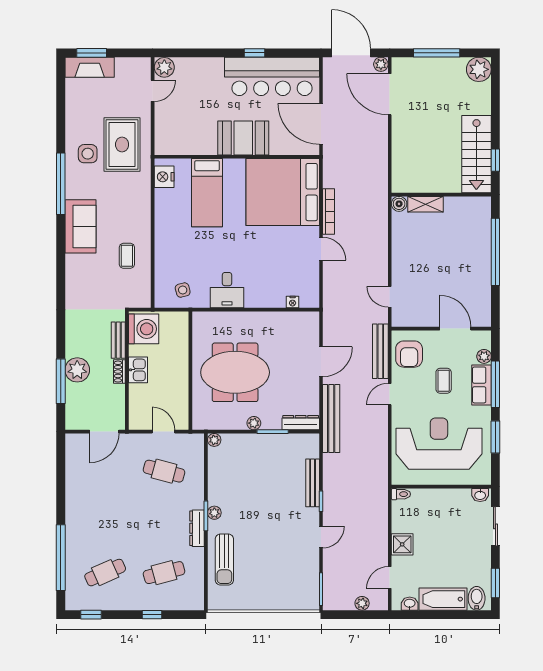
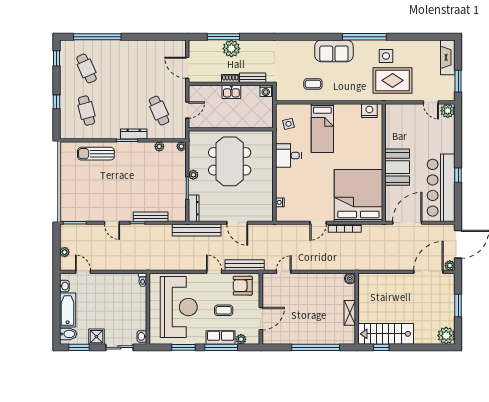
window: (92, 53) -> (458, 81), moved
window: (437, 53) -> (458, 305), width x0.69
bed: (207, 193) -> (322, 128), moved, turned -90
shelving: (426, 204) -> (350, 313), moved
washing machine: (144, 329) -> (266, 91), width x0.53, depth x0.53
cafe table: (164, 471) -> (159, 111), turned -39
plant: (214, 513) -> (159, 146), moved
dresser: (197, 528) -> (134, 134), moved
shower: (402, 544) -> (96, 337), moved

